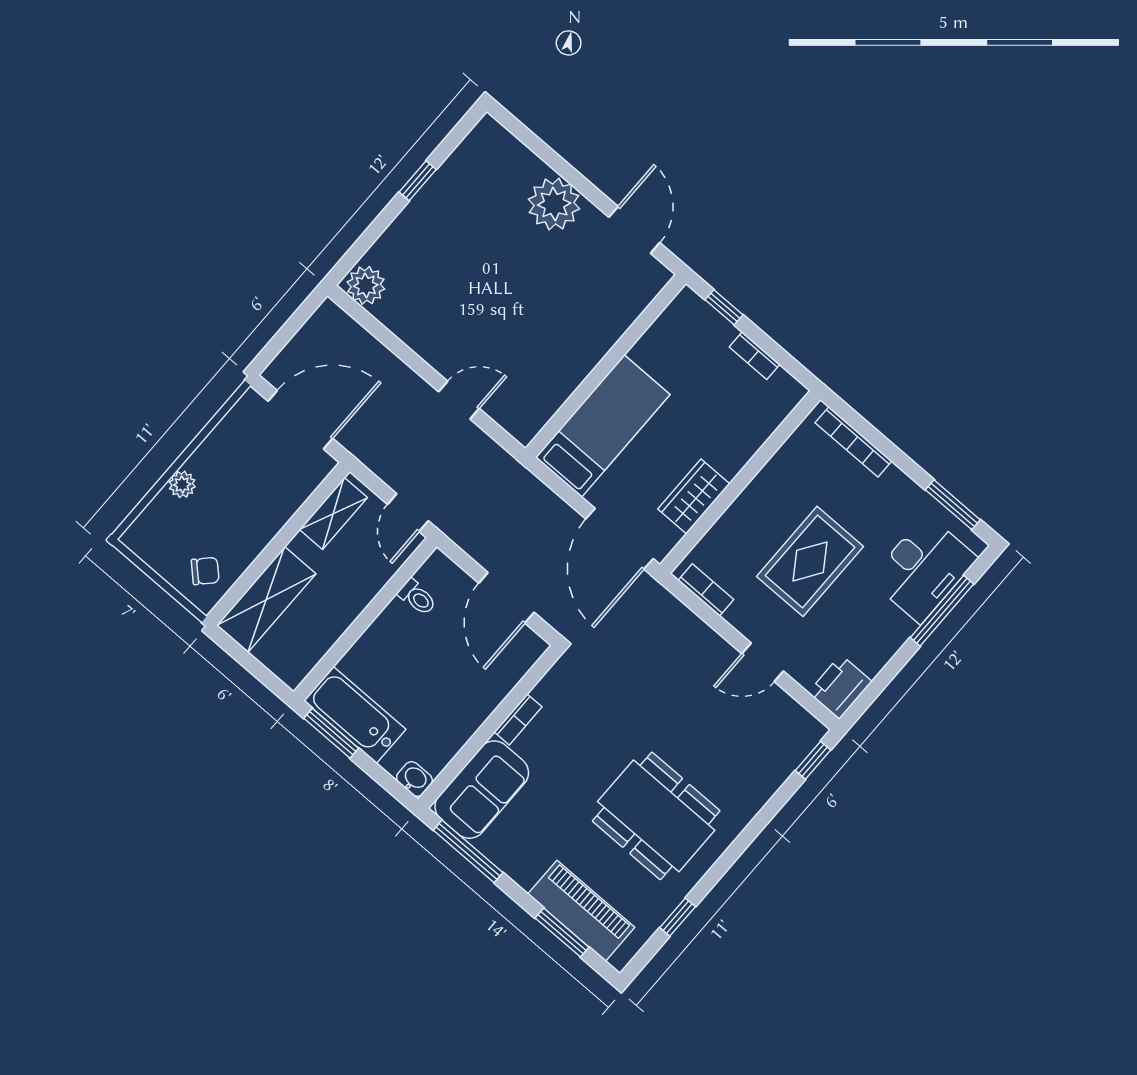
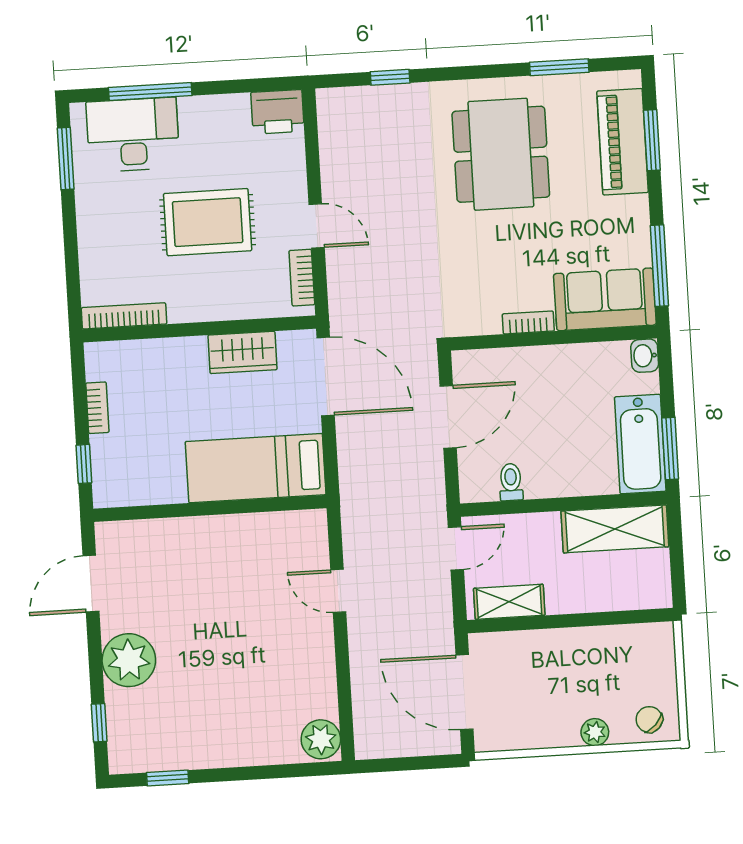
window: (530, 140) -> (99, 723), added
window: (418, 181) -> (168, 778), moved
bookcase: (853, 442) -> (124, 316), moved, turned -90
door: (620, 539) -> (326, 376), hinge flipped
chair: (205, 571) -> (649, 719), moved
shelving: (266, 600) -> (615, 529), moved
door: (763, 662) -> (317, 226), moved
window: (813, 760) -> (390, 77), moved
window: (678, 917) -> (559, 67), width x1.50

